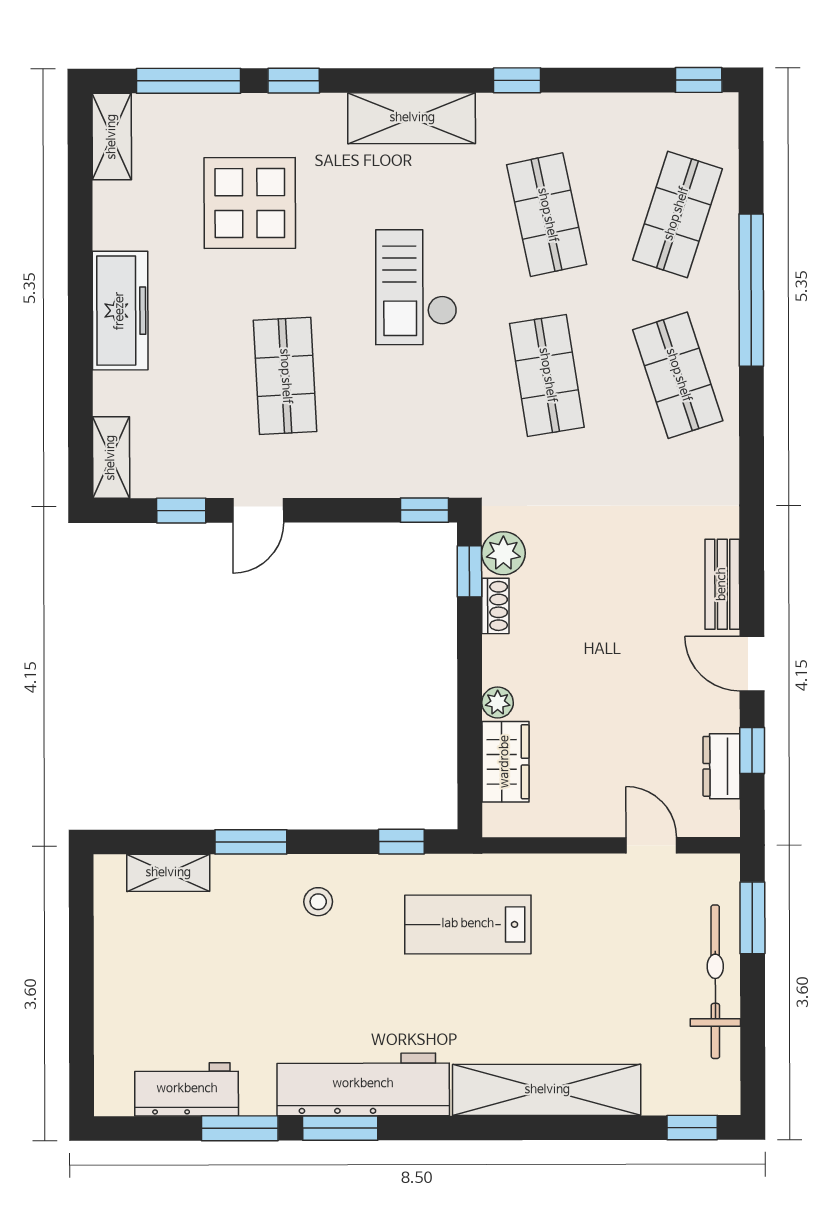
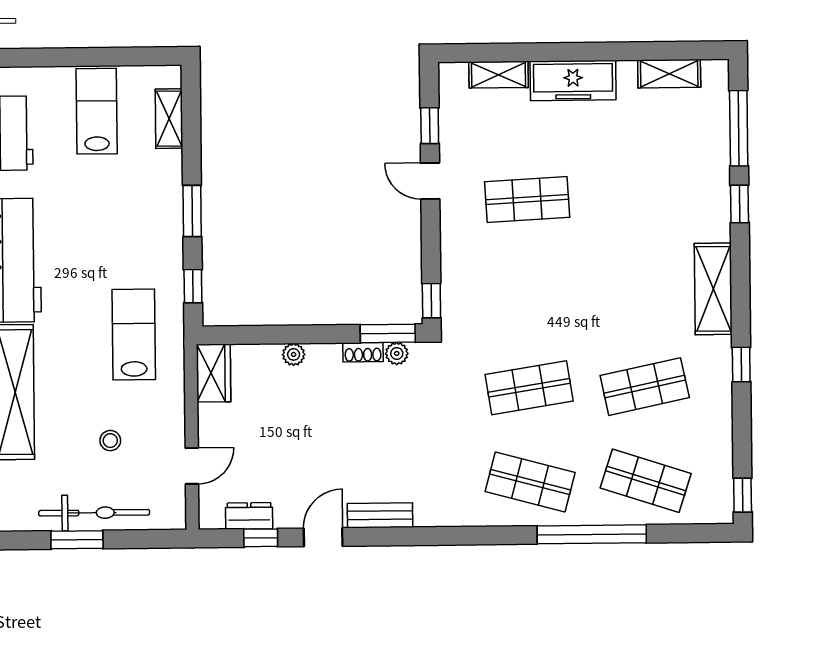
shelving: (112, 137) -> (669, 74), moved
display table: (250, 203) -> (651, 173), removed
checkout: (416, 287) -> (592, 293), removed
shop shelf: (678, 375) -> (530, 482), turned 33
shelving: (111, 458) -> (499, 75), moved
plant: (503, 553) -> (397, 353), width x0.73, depth x0.73
window: (469, 571) -> (388, 333), width x1.50
wardrobe: (505, 762) -> (214, 373), moved, turned -90
window: (251, 842) -> (192, 211), moved
stool: (318, 902) -> (110, 441), moved
window: (752, 918) -> (77, 540), moved
lab bench: (157, 973) -> (97, 111), added

